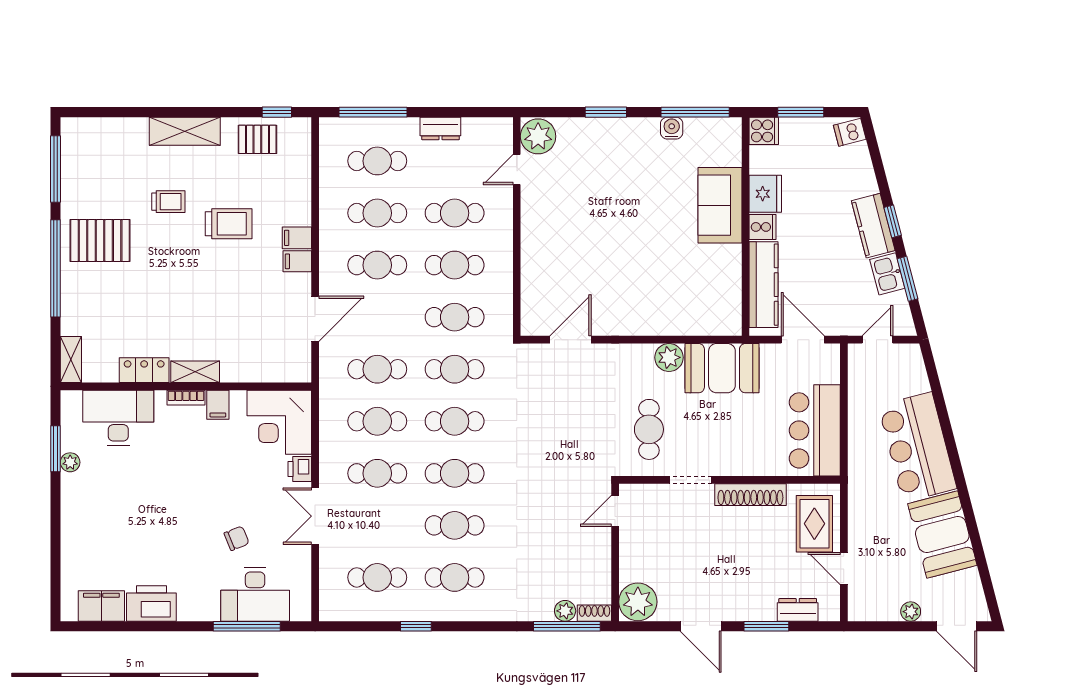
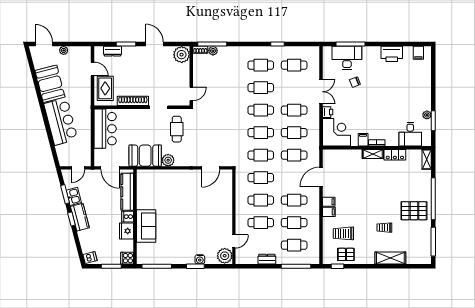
water cooler: (672, 128) -> (200, 259), moved
shelving: (185, 131) -> (390, 258), moved
trolley: (229, 224) -> (343, 233), moved
desk: (118, 418) -> (410, 134), width x0.73
filing cabinet: (101, 606) -> (418, 53), width x0.50

